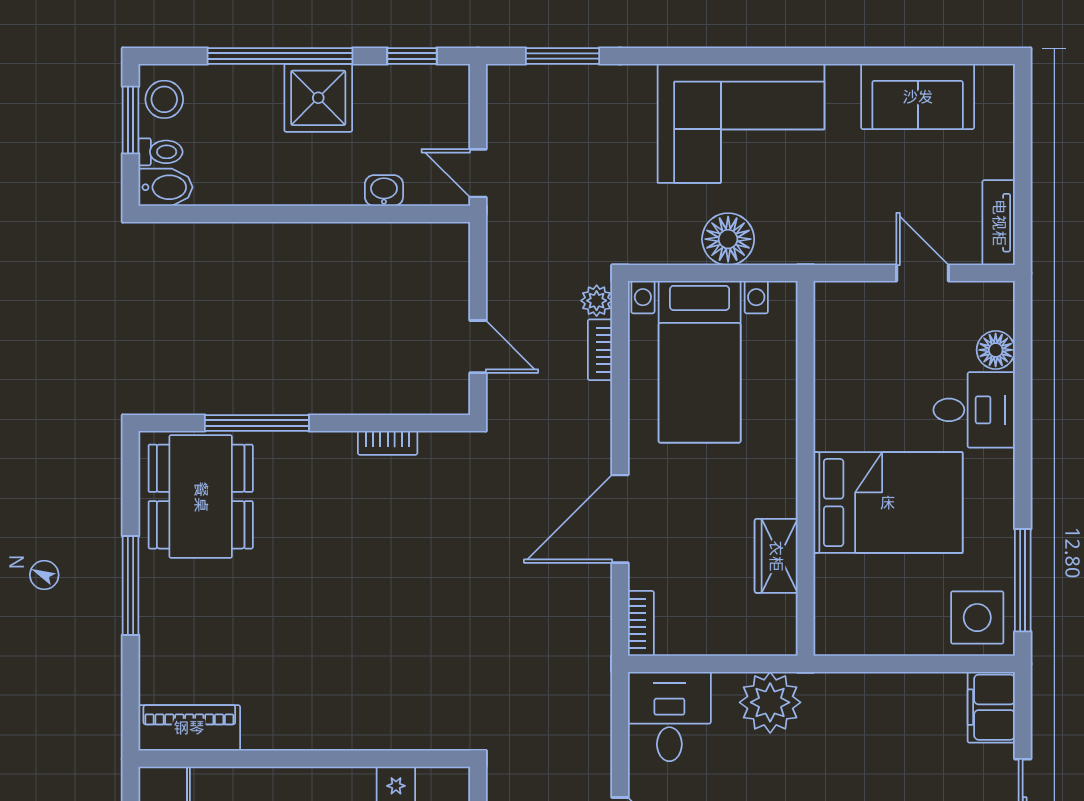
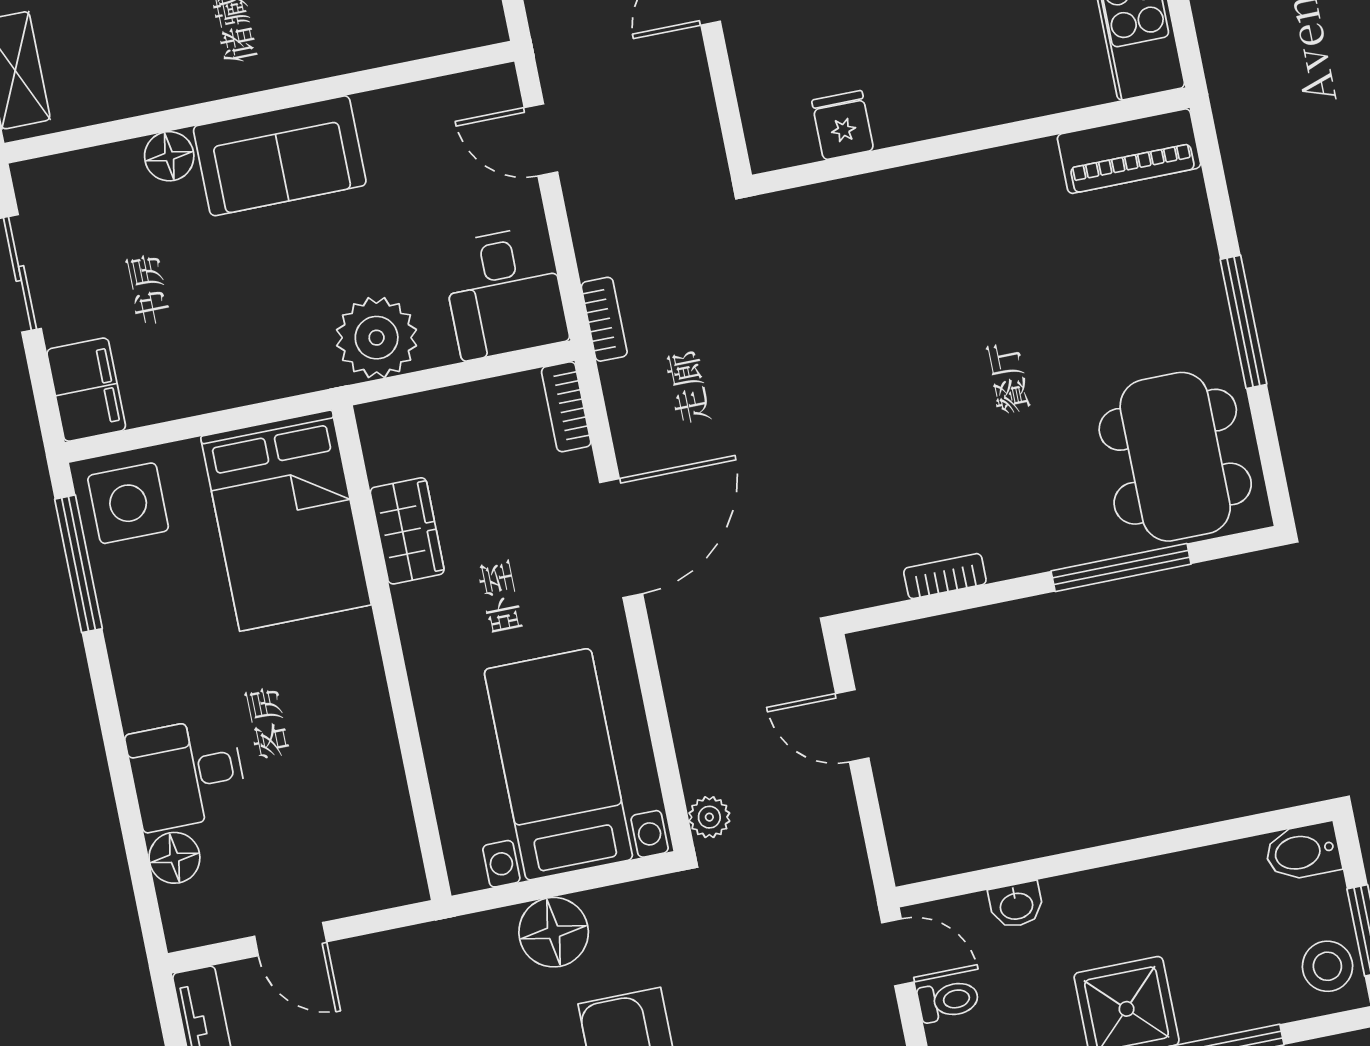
toilet: (160, 152) -> (948, 1001), moved, turned 180
bookcase: (600, 350) -> (604, 319), moved
bed: (888, 503) -> (286, 521), moved, turned -90

